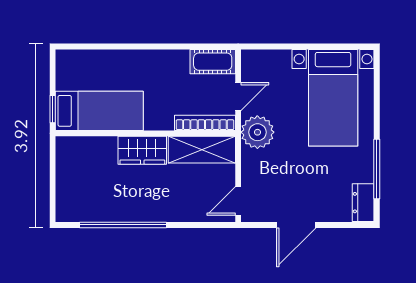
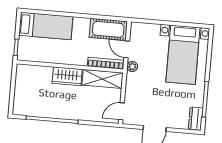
cot: (213, 62) -> (108, 29), width x1.37, depth x1.34
door: (238, 97) -> (127, 49), swing flipped
bed: (99, 111) -> (46, 26), moved
plant: (257, 132) -> (132, 66), width x0.53, depth x0.53

